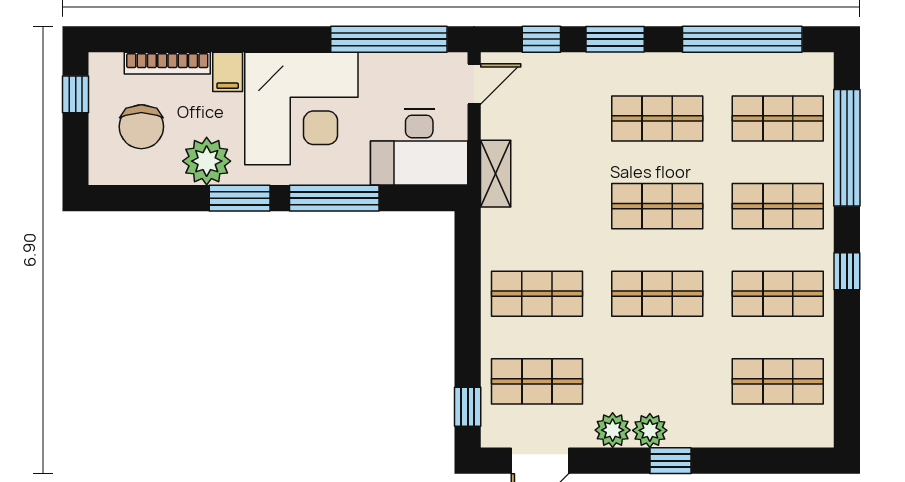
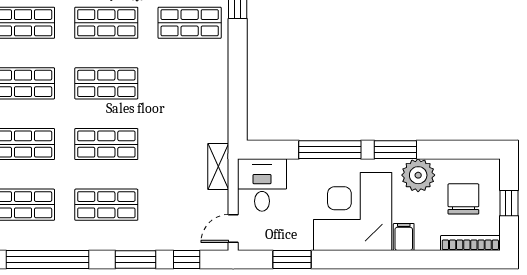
window: (389, 39) -> (292, 260), width x0.47
bookcase: (167, 63) -> (470, 243), moved
window: (76, 94) -> (509, 203), moved
desk: (419, 147) -> (262, 185), width x0.73
shop shelf: (537, 294) -> (106, 23), moved

